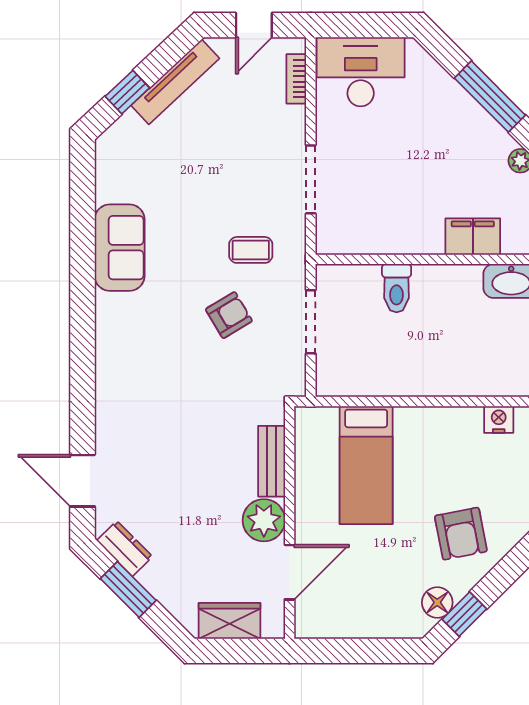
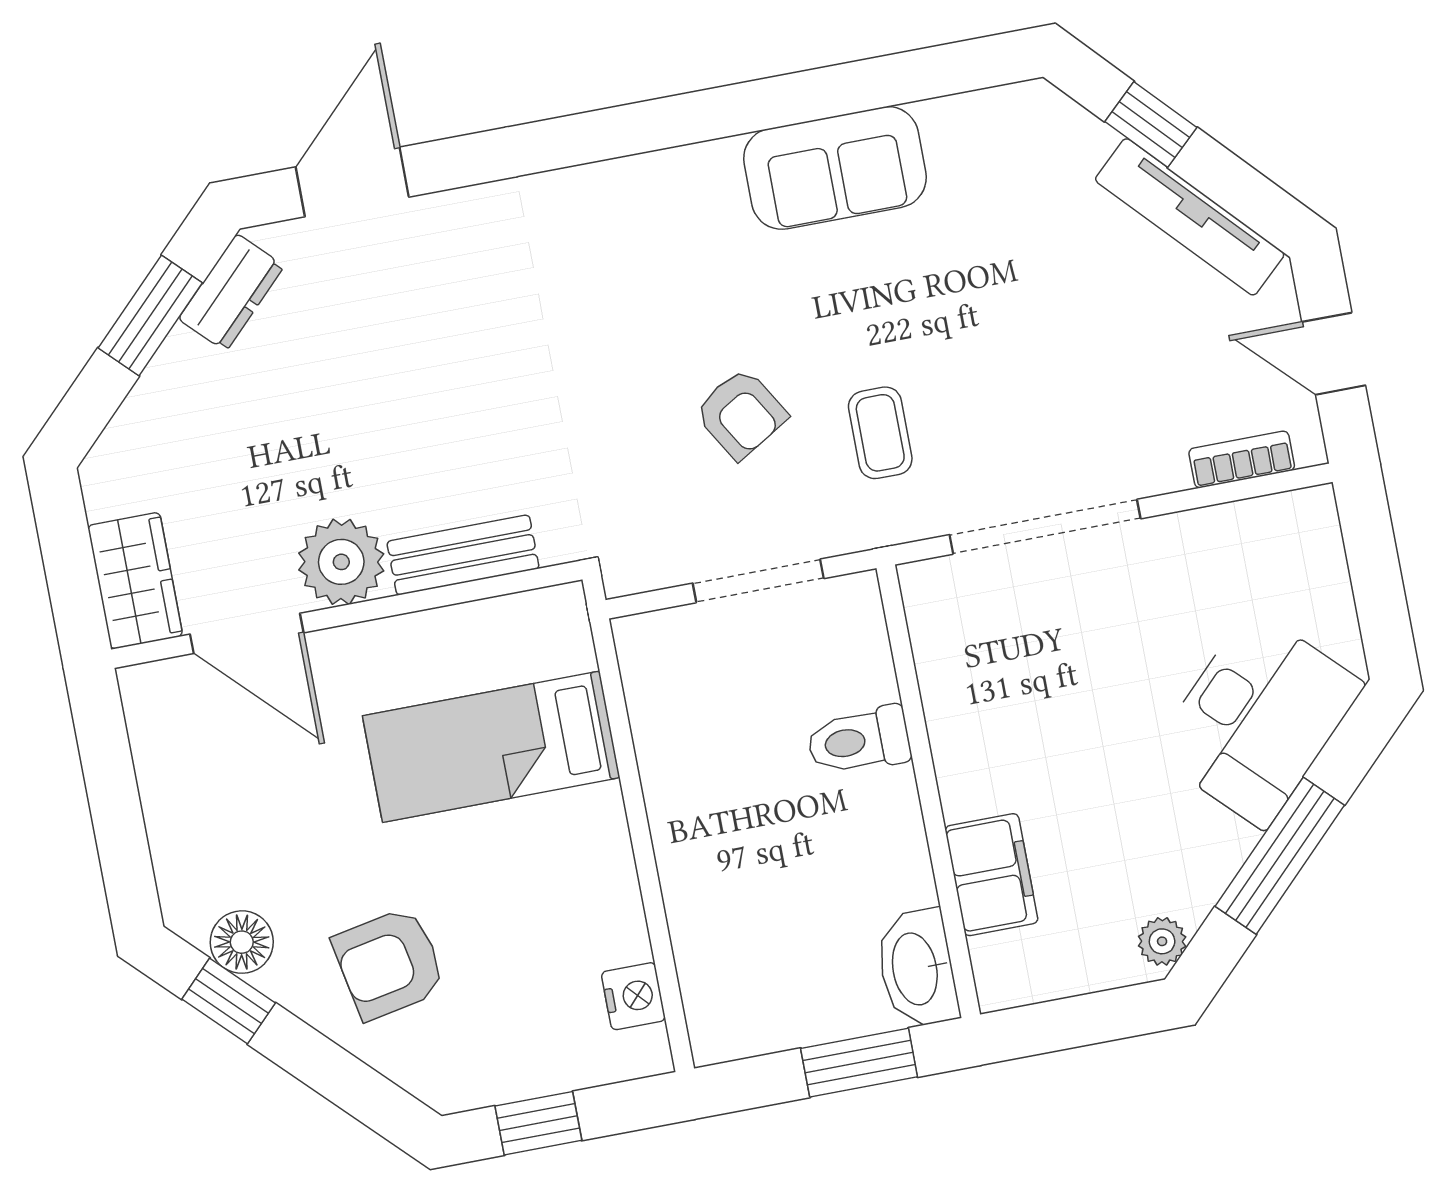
desk: (361, 72) -> (1258, 719), moved, turned 45
doorway: (311, 179) -> (1045, 527), width x1.36
wardrobe: (230, 621) -> (135, 581), moved

